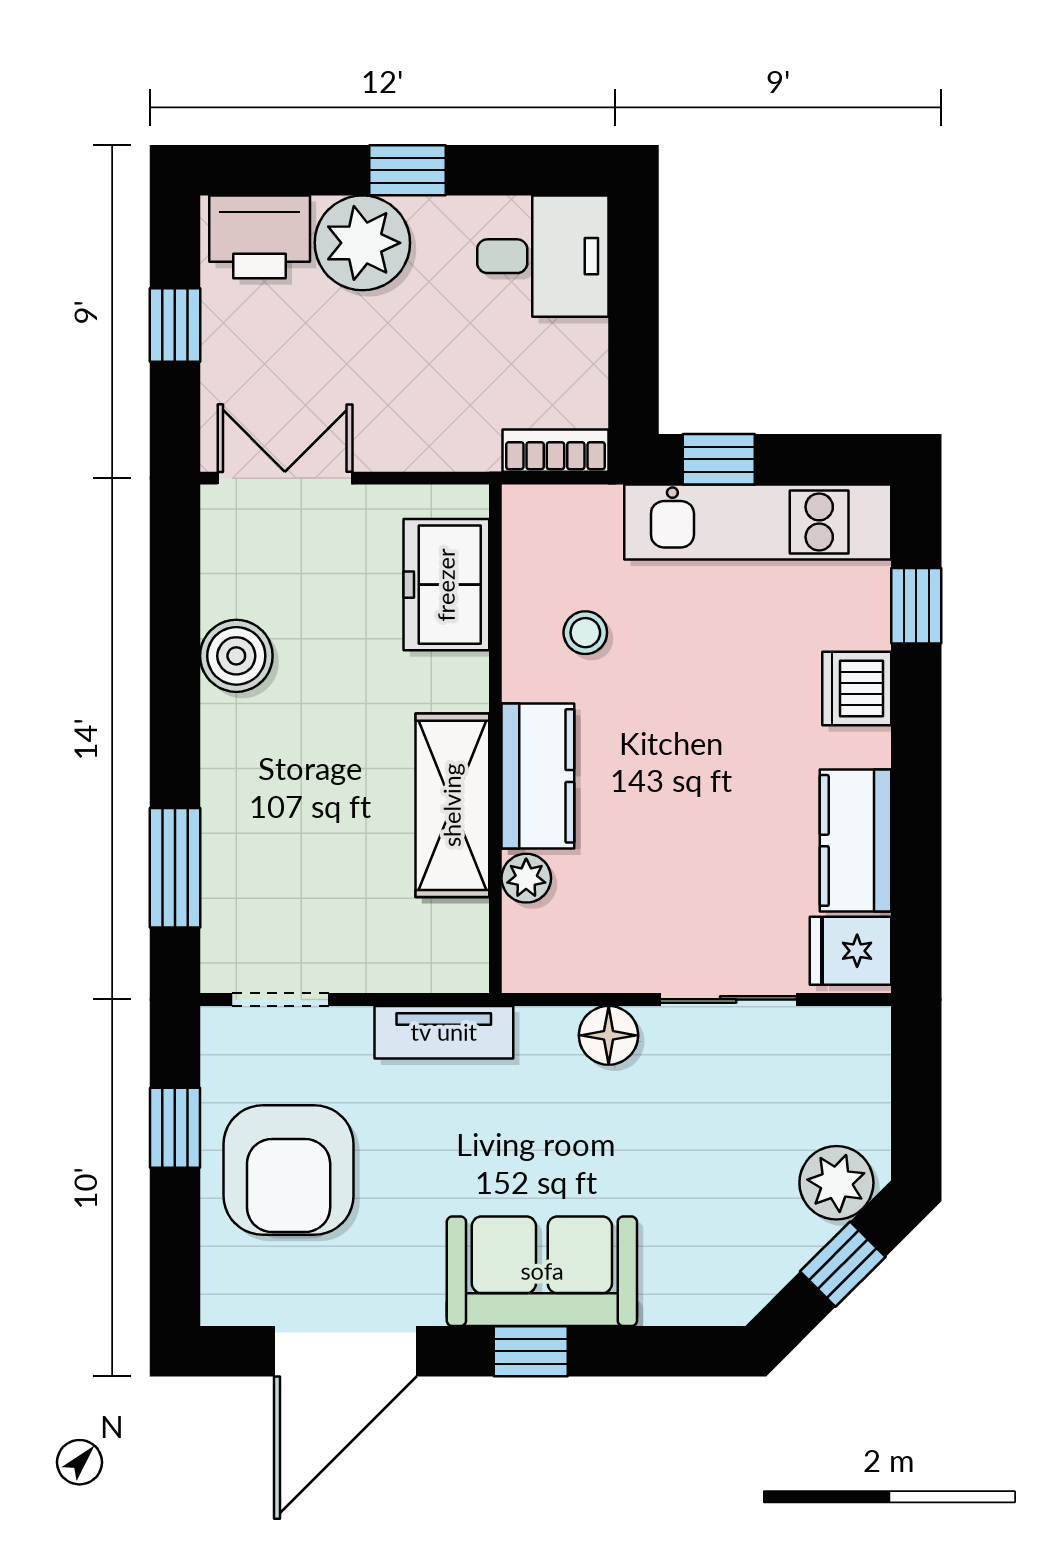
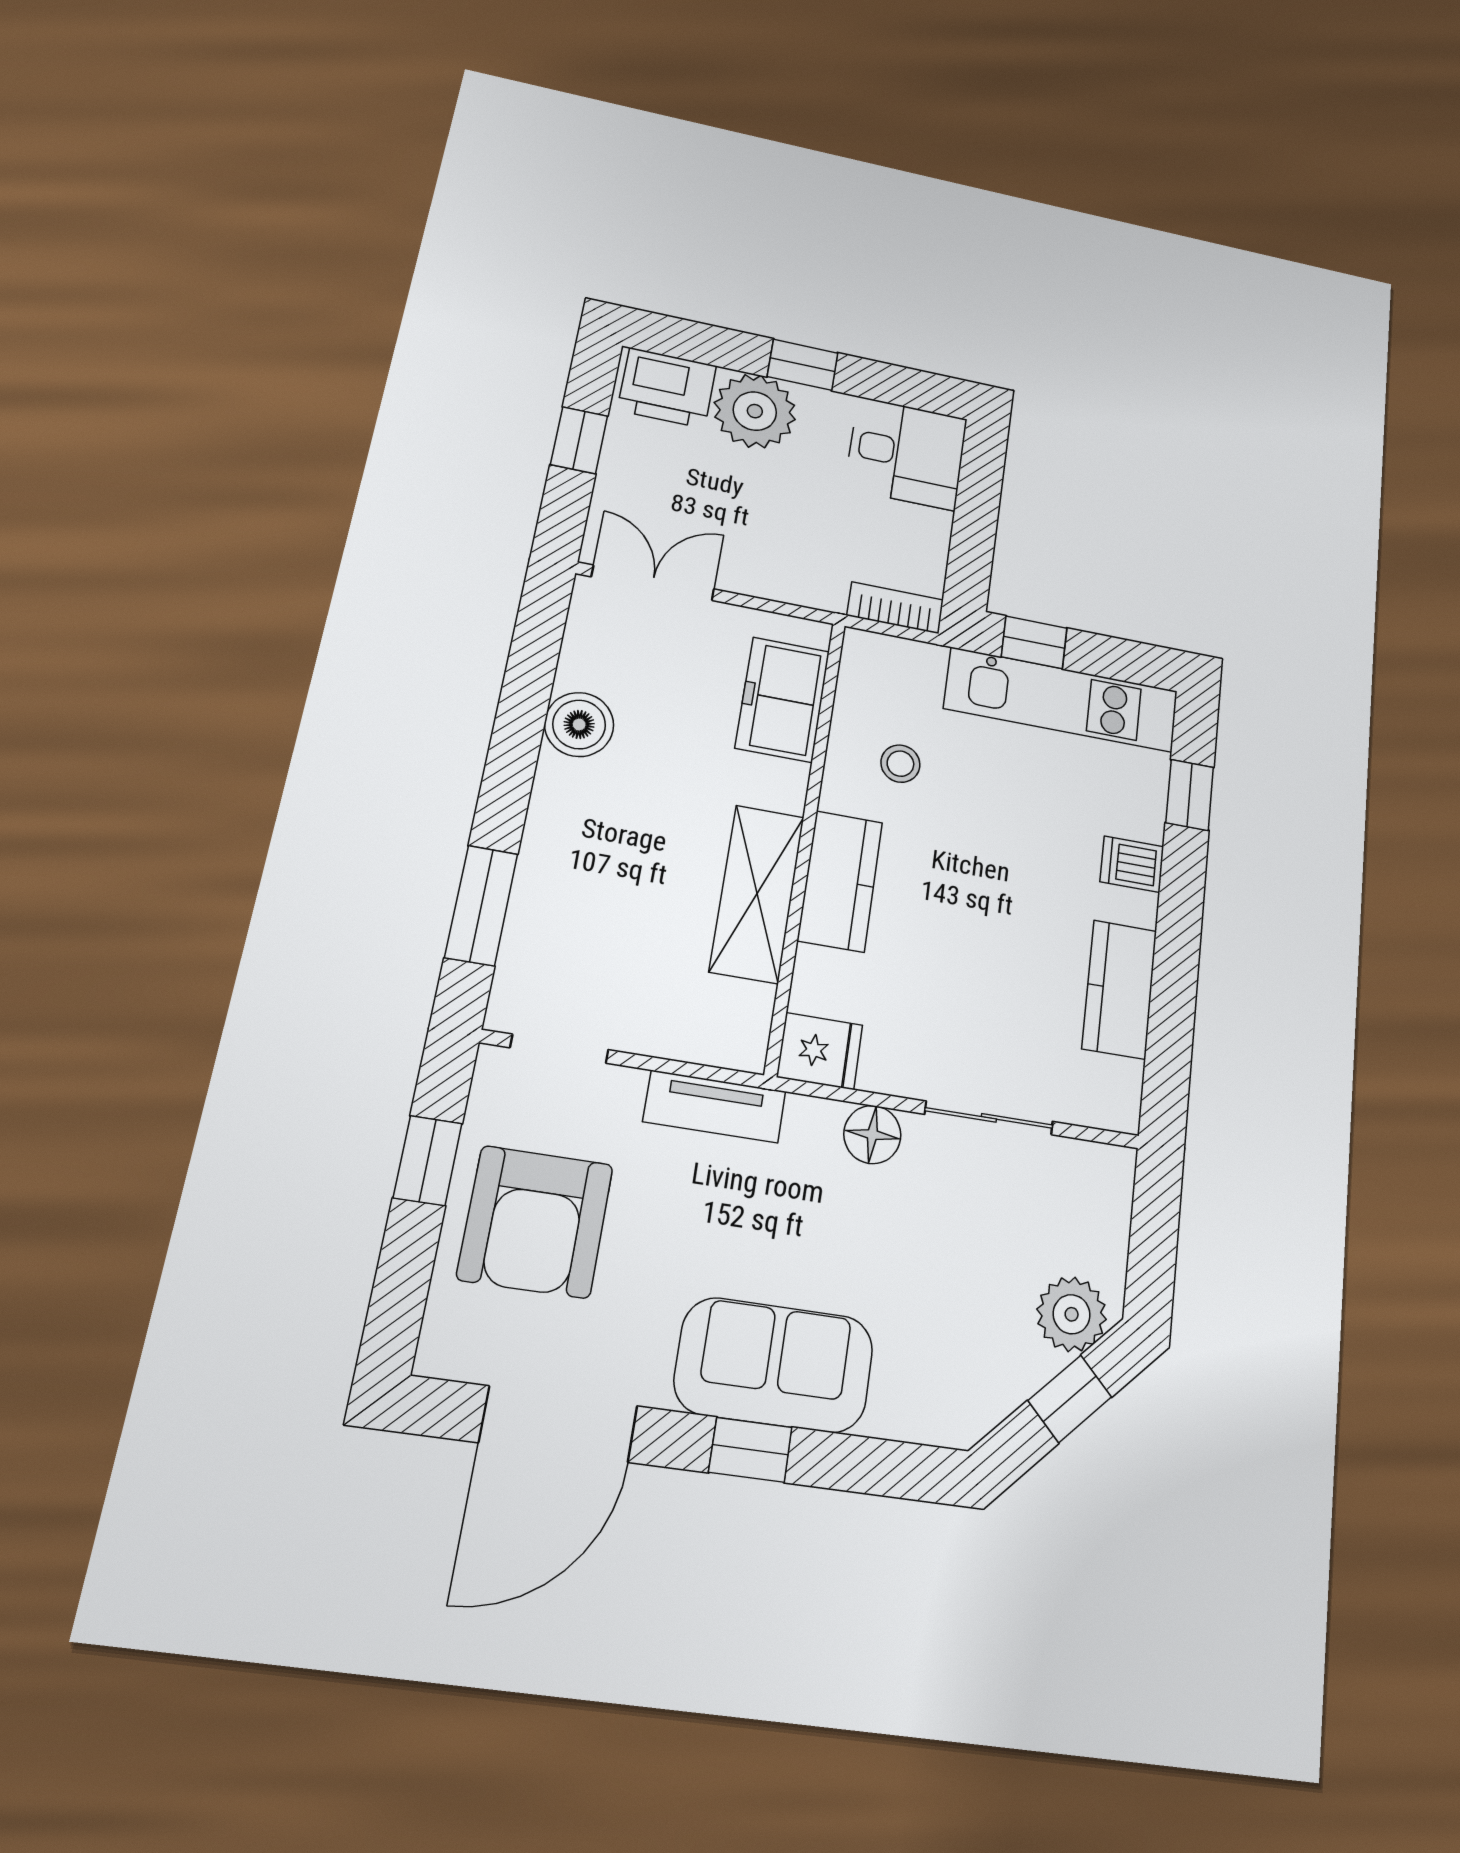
dishwasher: (857, 688) -> (1132, 864), width x0.73
plant: (526, 878) -> (816, 972), removed
fridge: (851, 951) -> (820, 1051), moved, turned 180

